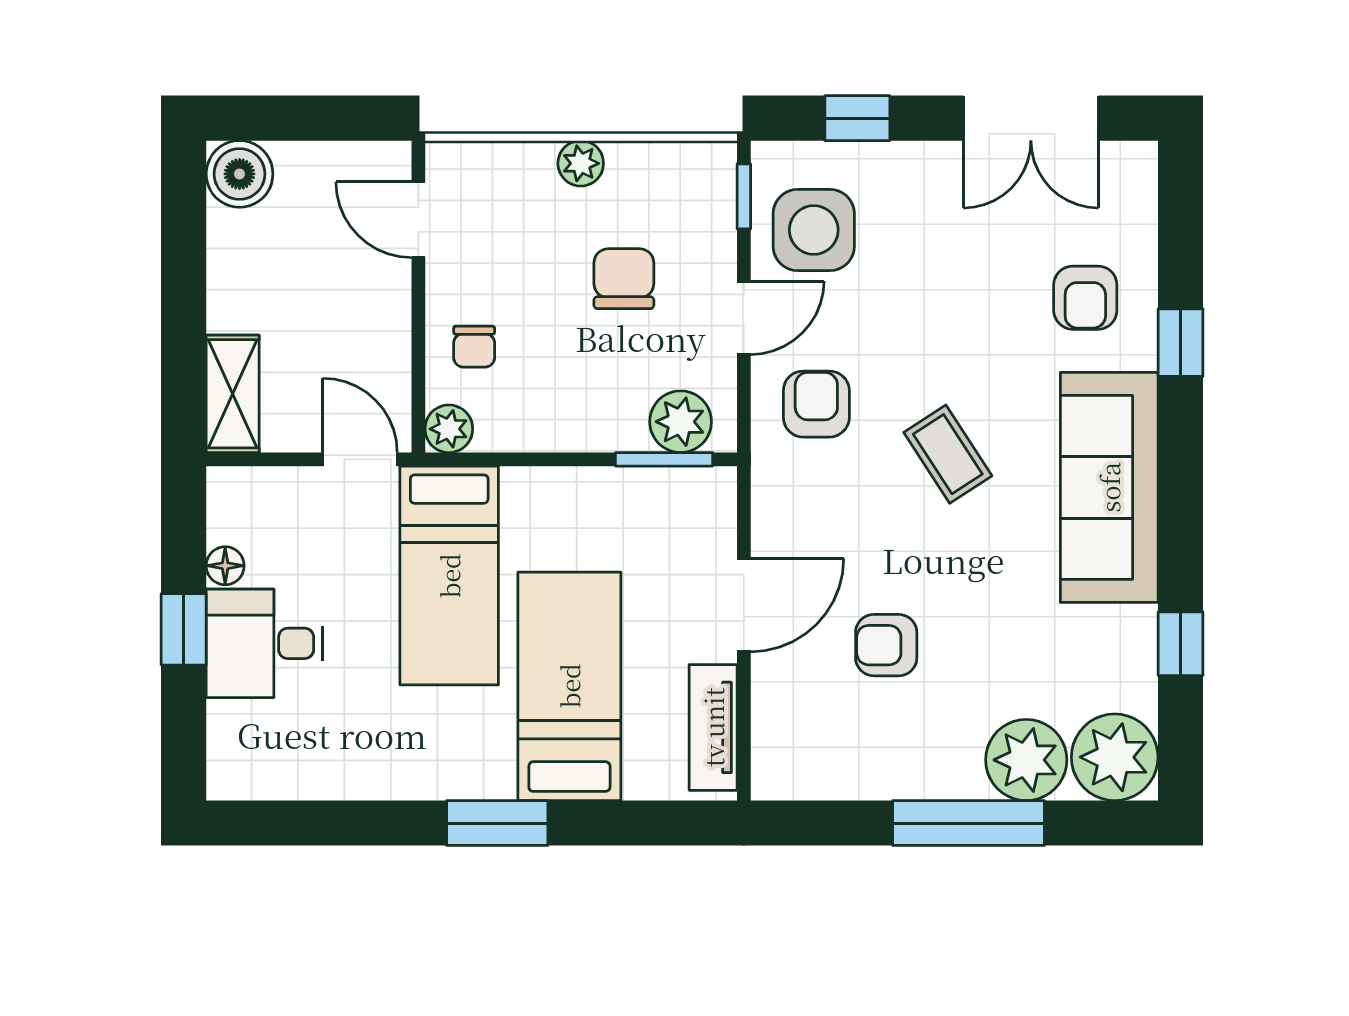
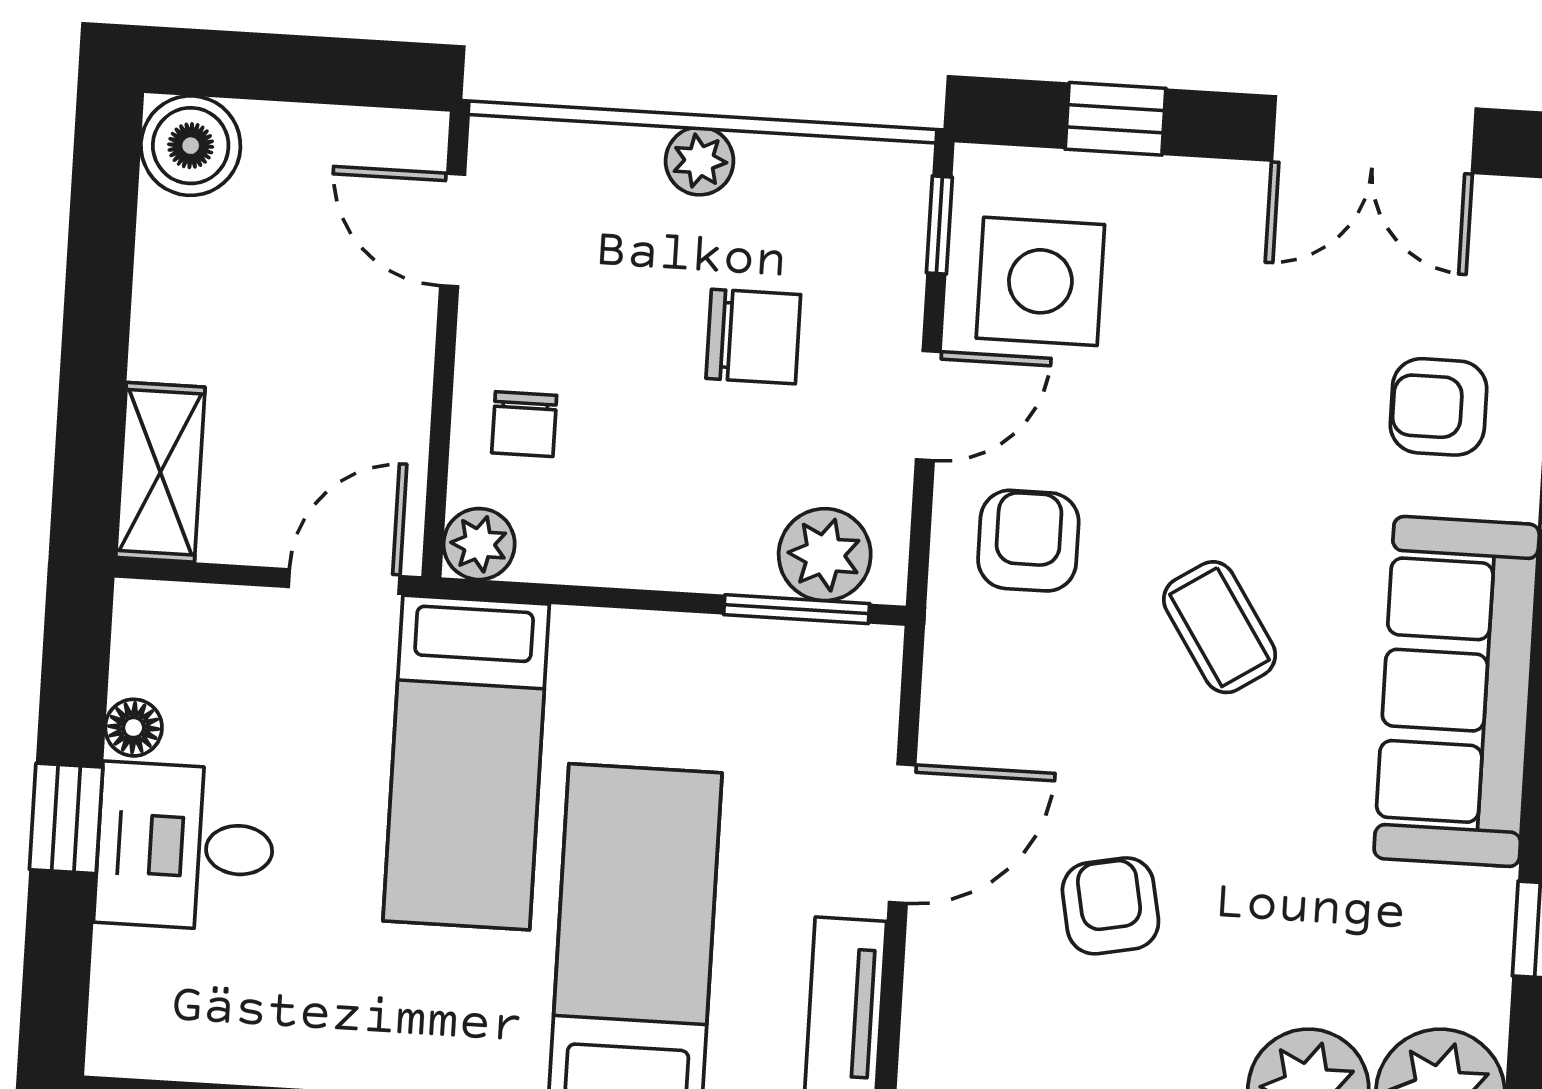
chair: (624, 279) -> (753, 337), turned 90
armchair: (1085, 298) -> (1438, 407), turned 90
door: (360, 459) -> (344, 581), hinge flipped
armchair: (886, 645) -> (1110, 906), turned 79

